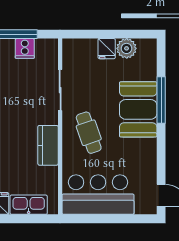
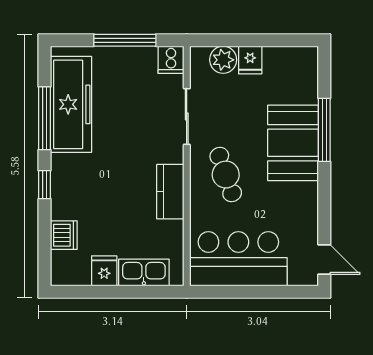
cooker: (25, 48) -> (171, 60), moved
plant: (127, 48) -> (223, 60), moved

